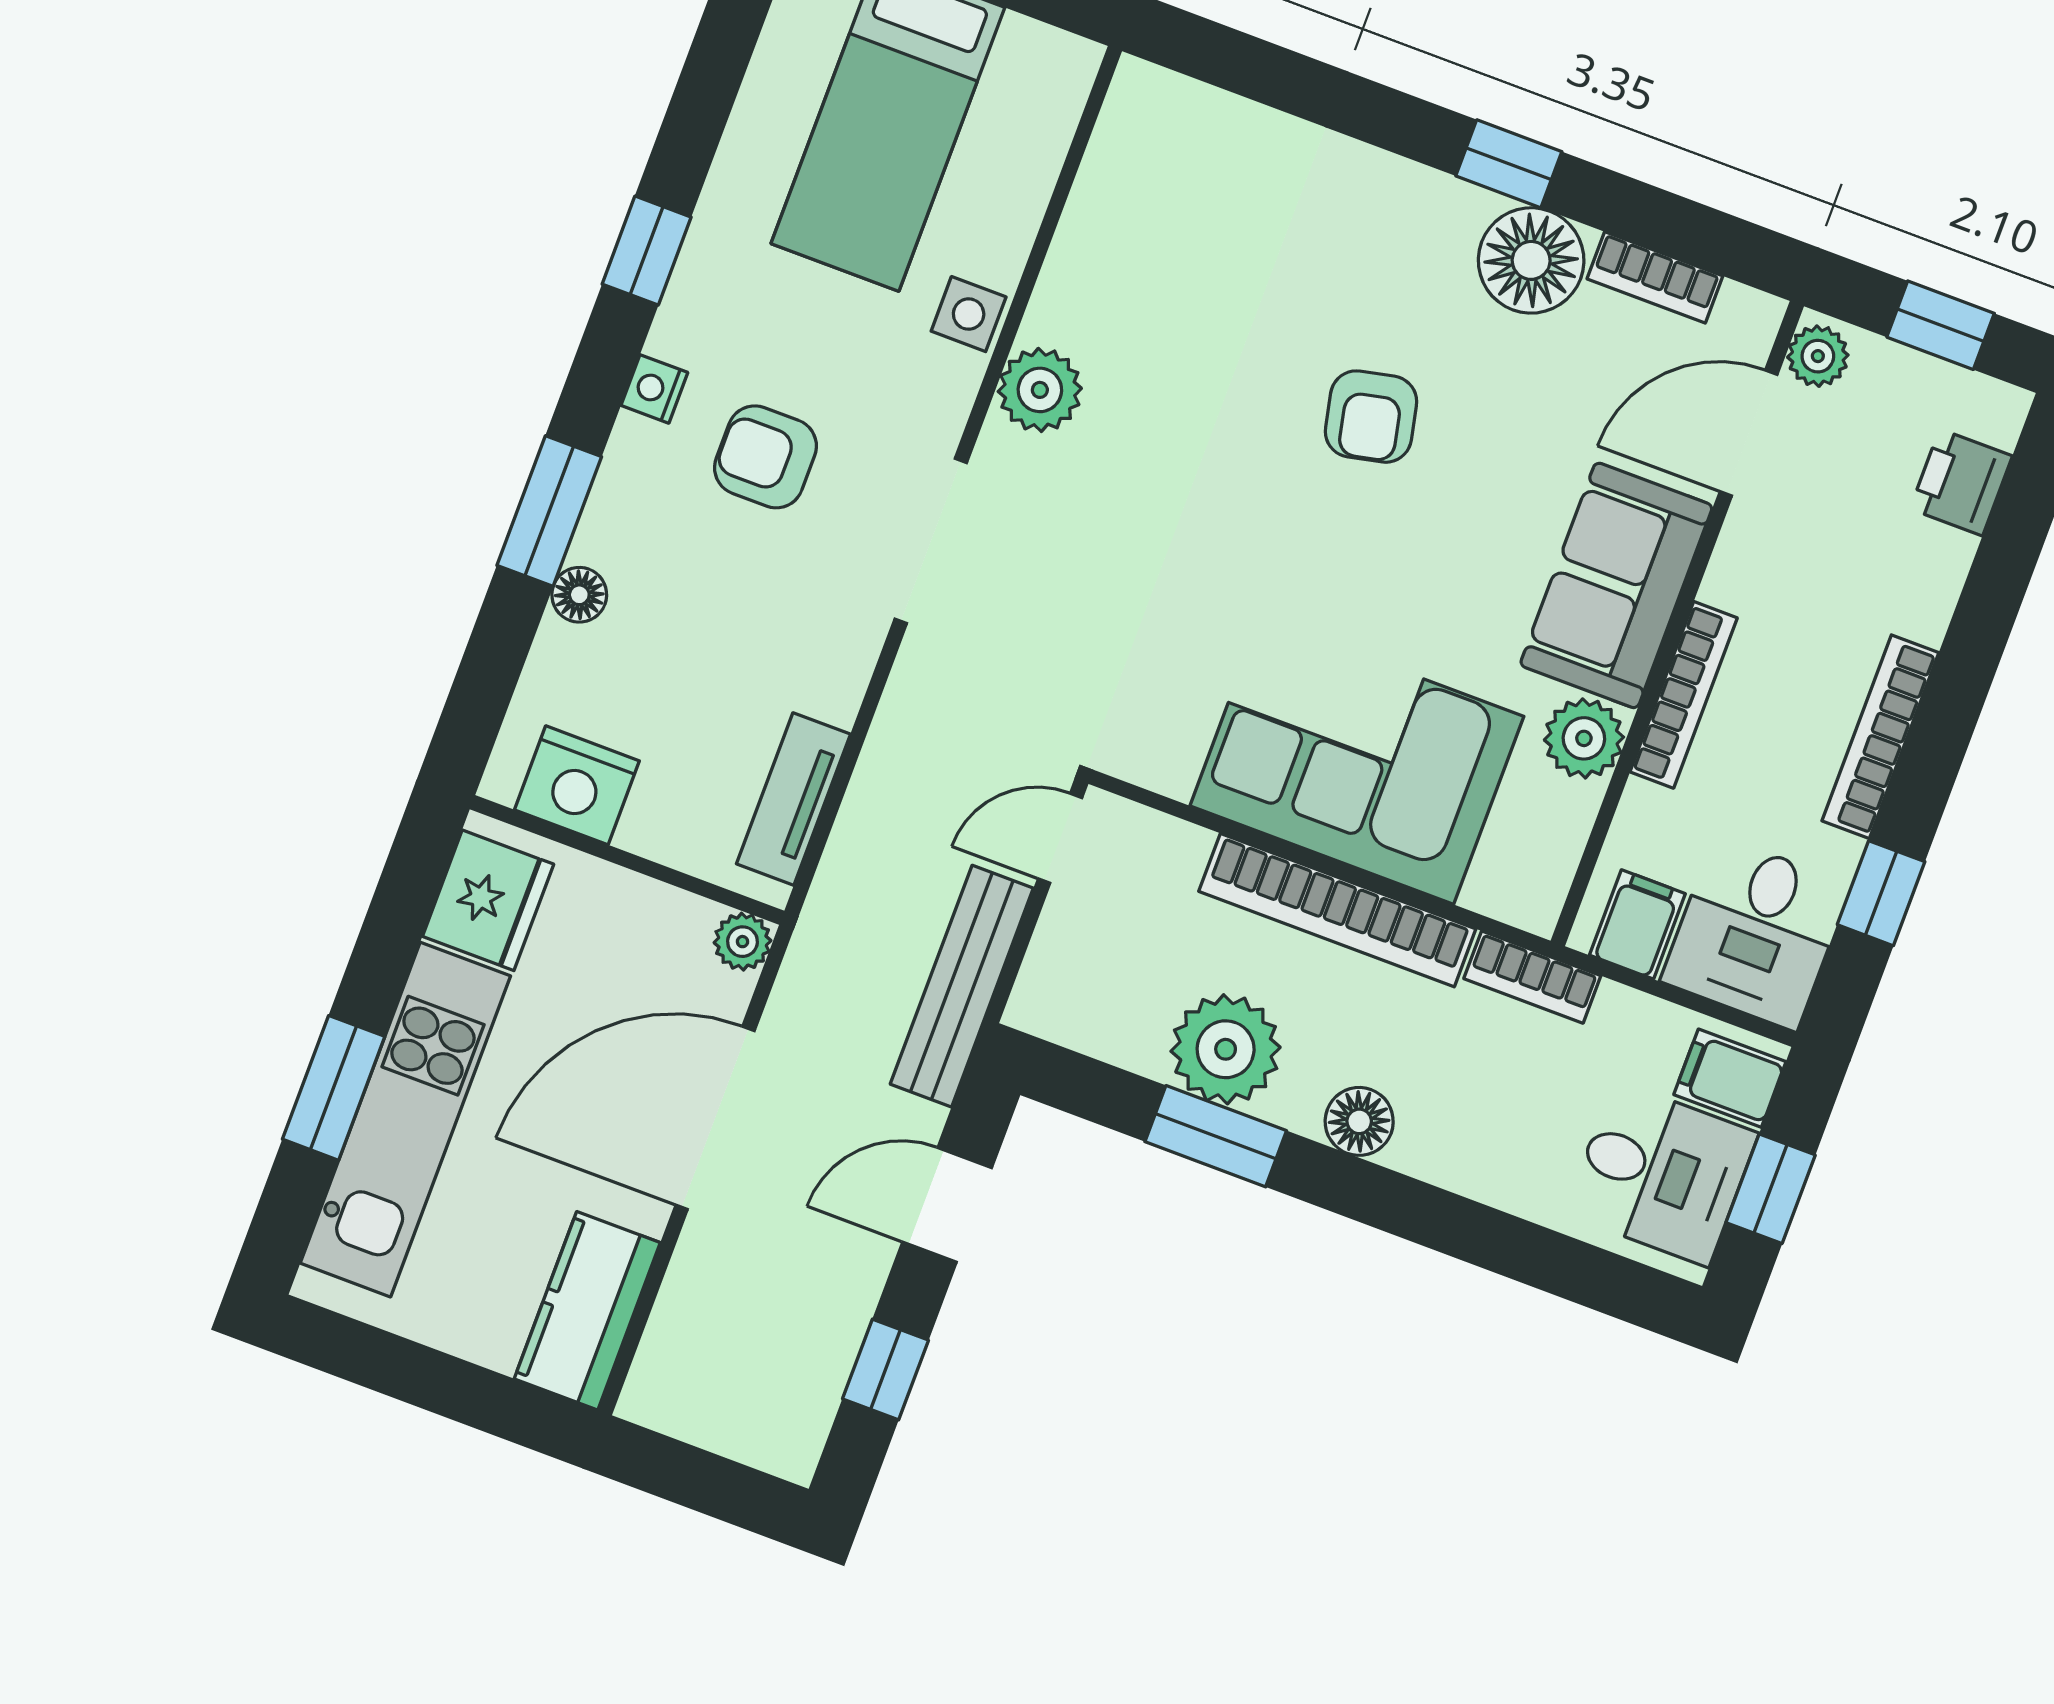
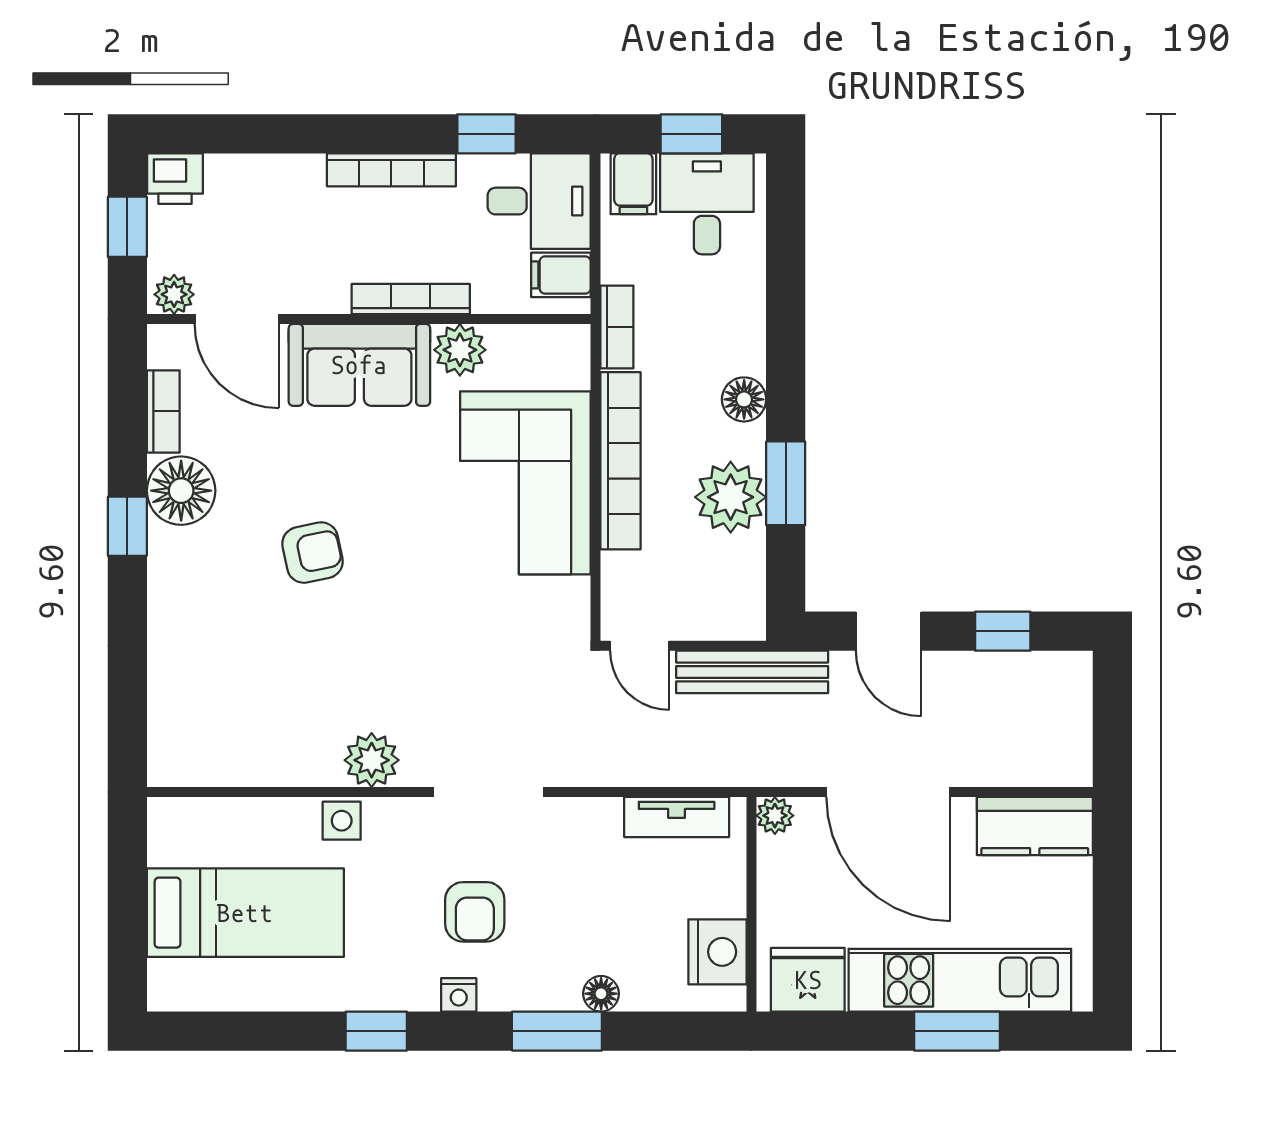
printer: (1961, 482) -> (175, 179), moved

